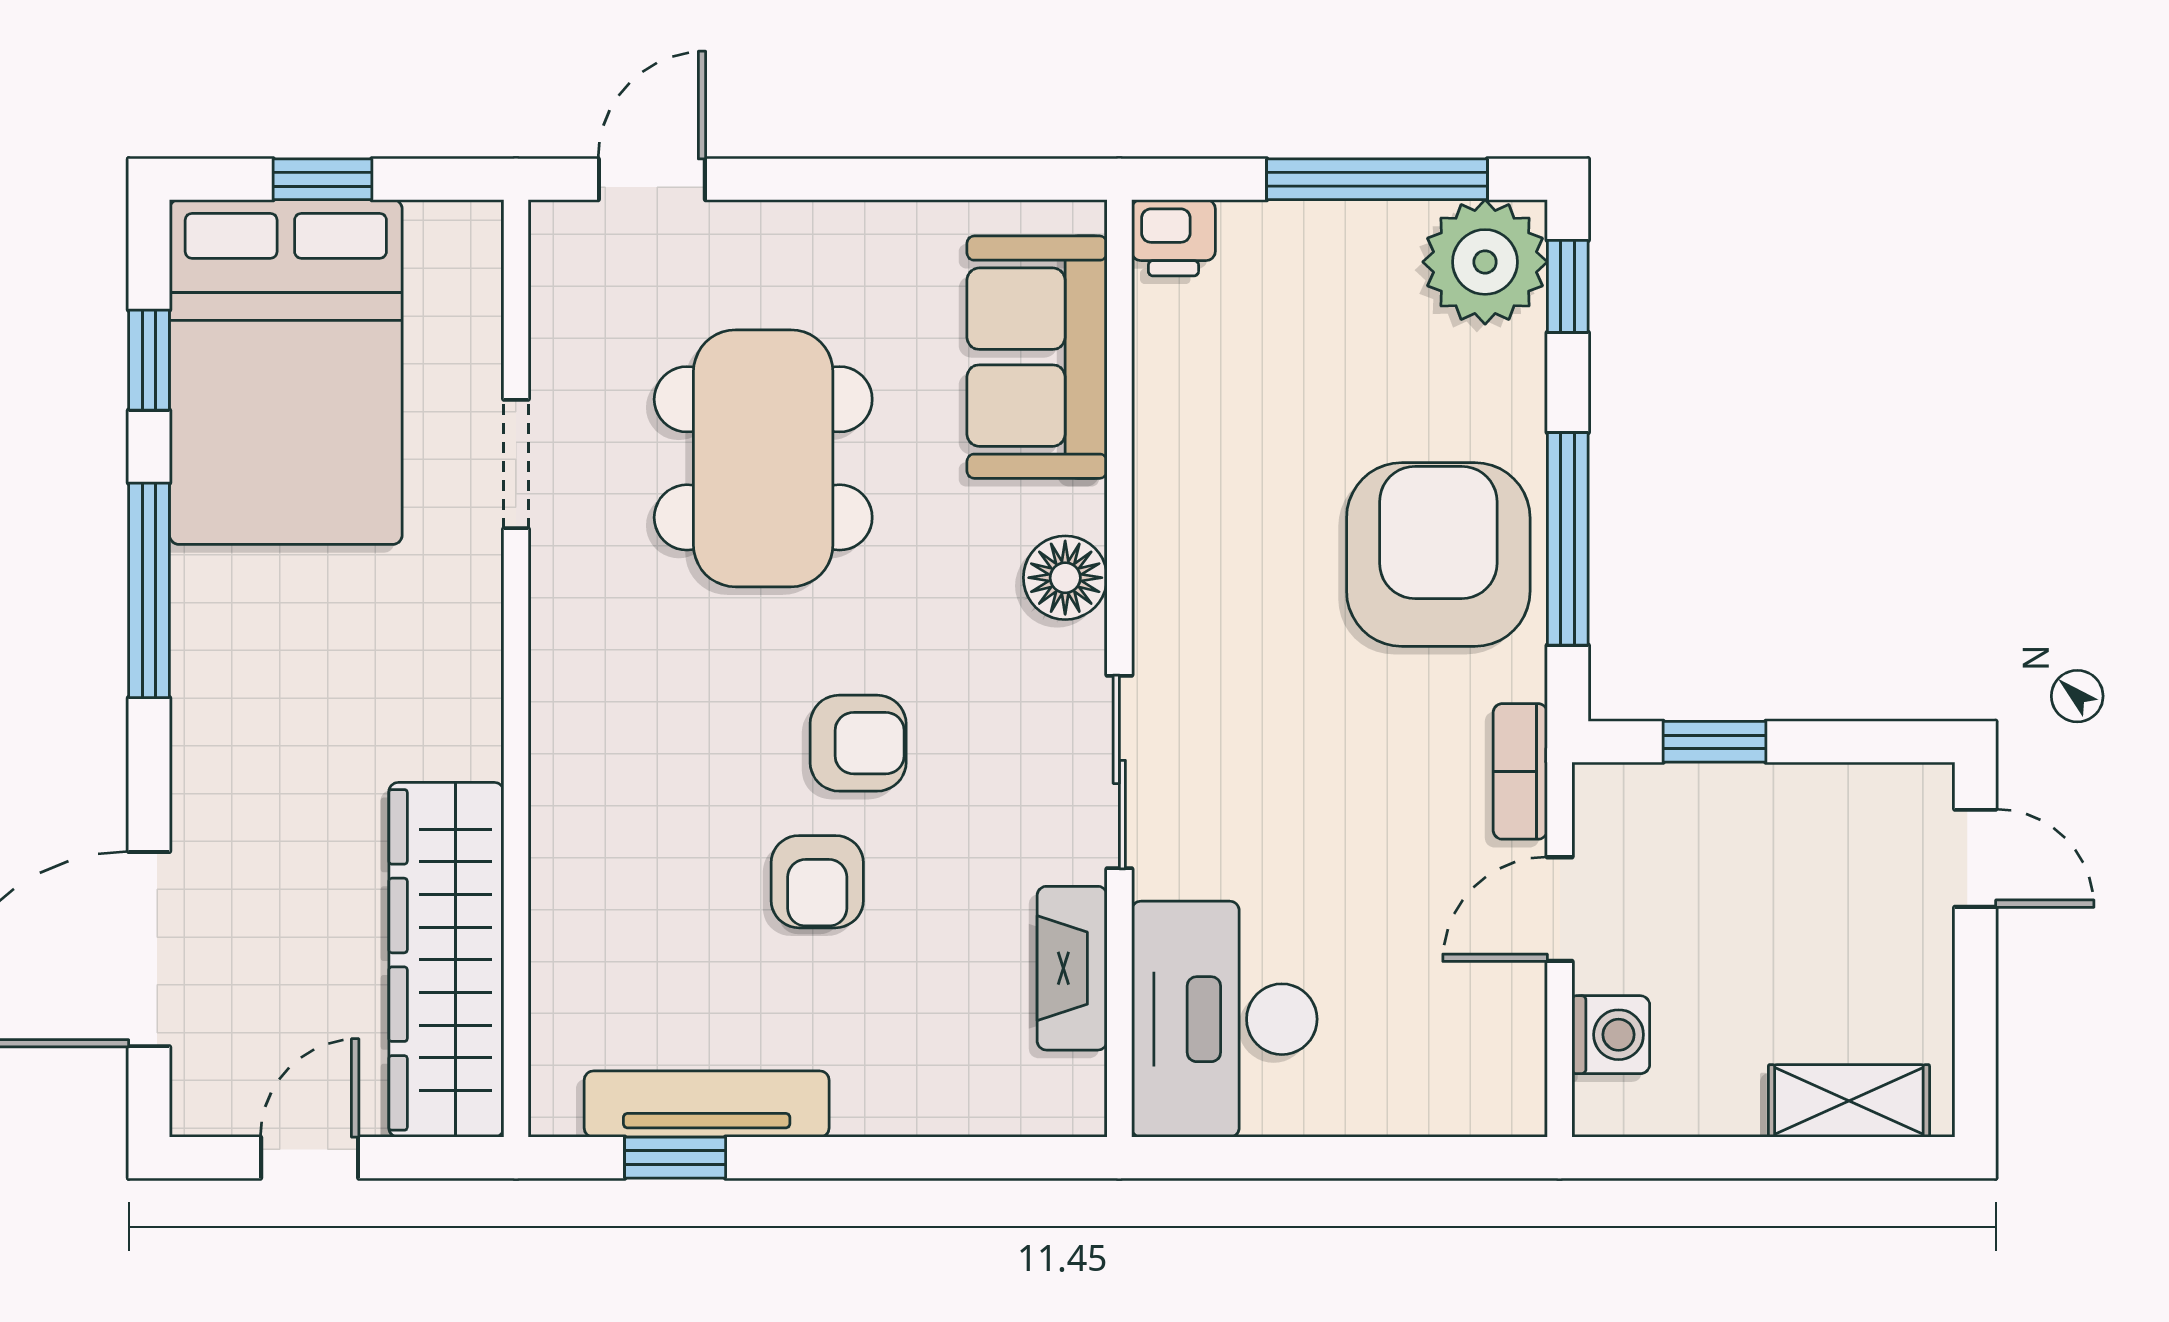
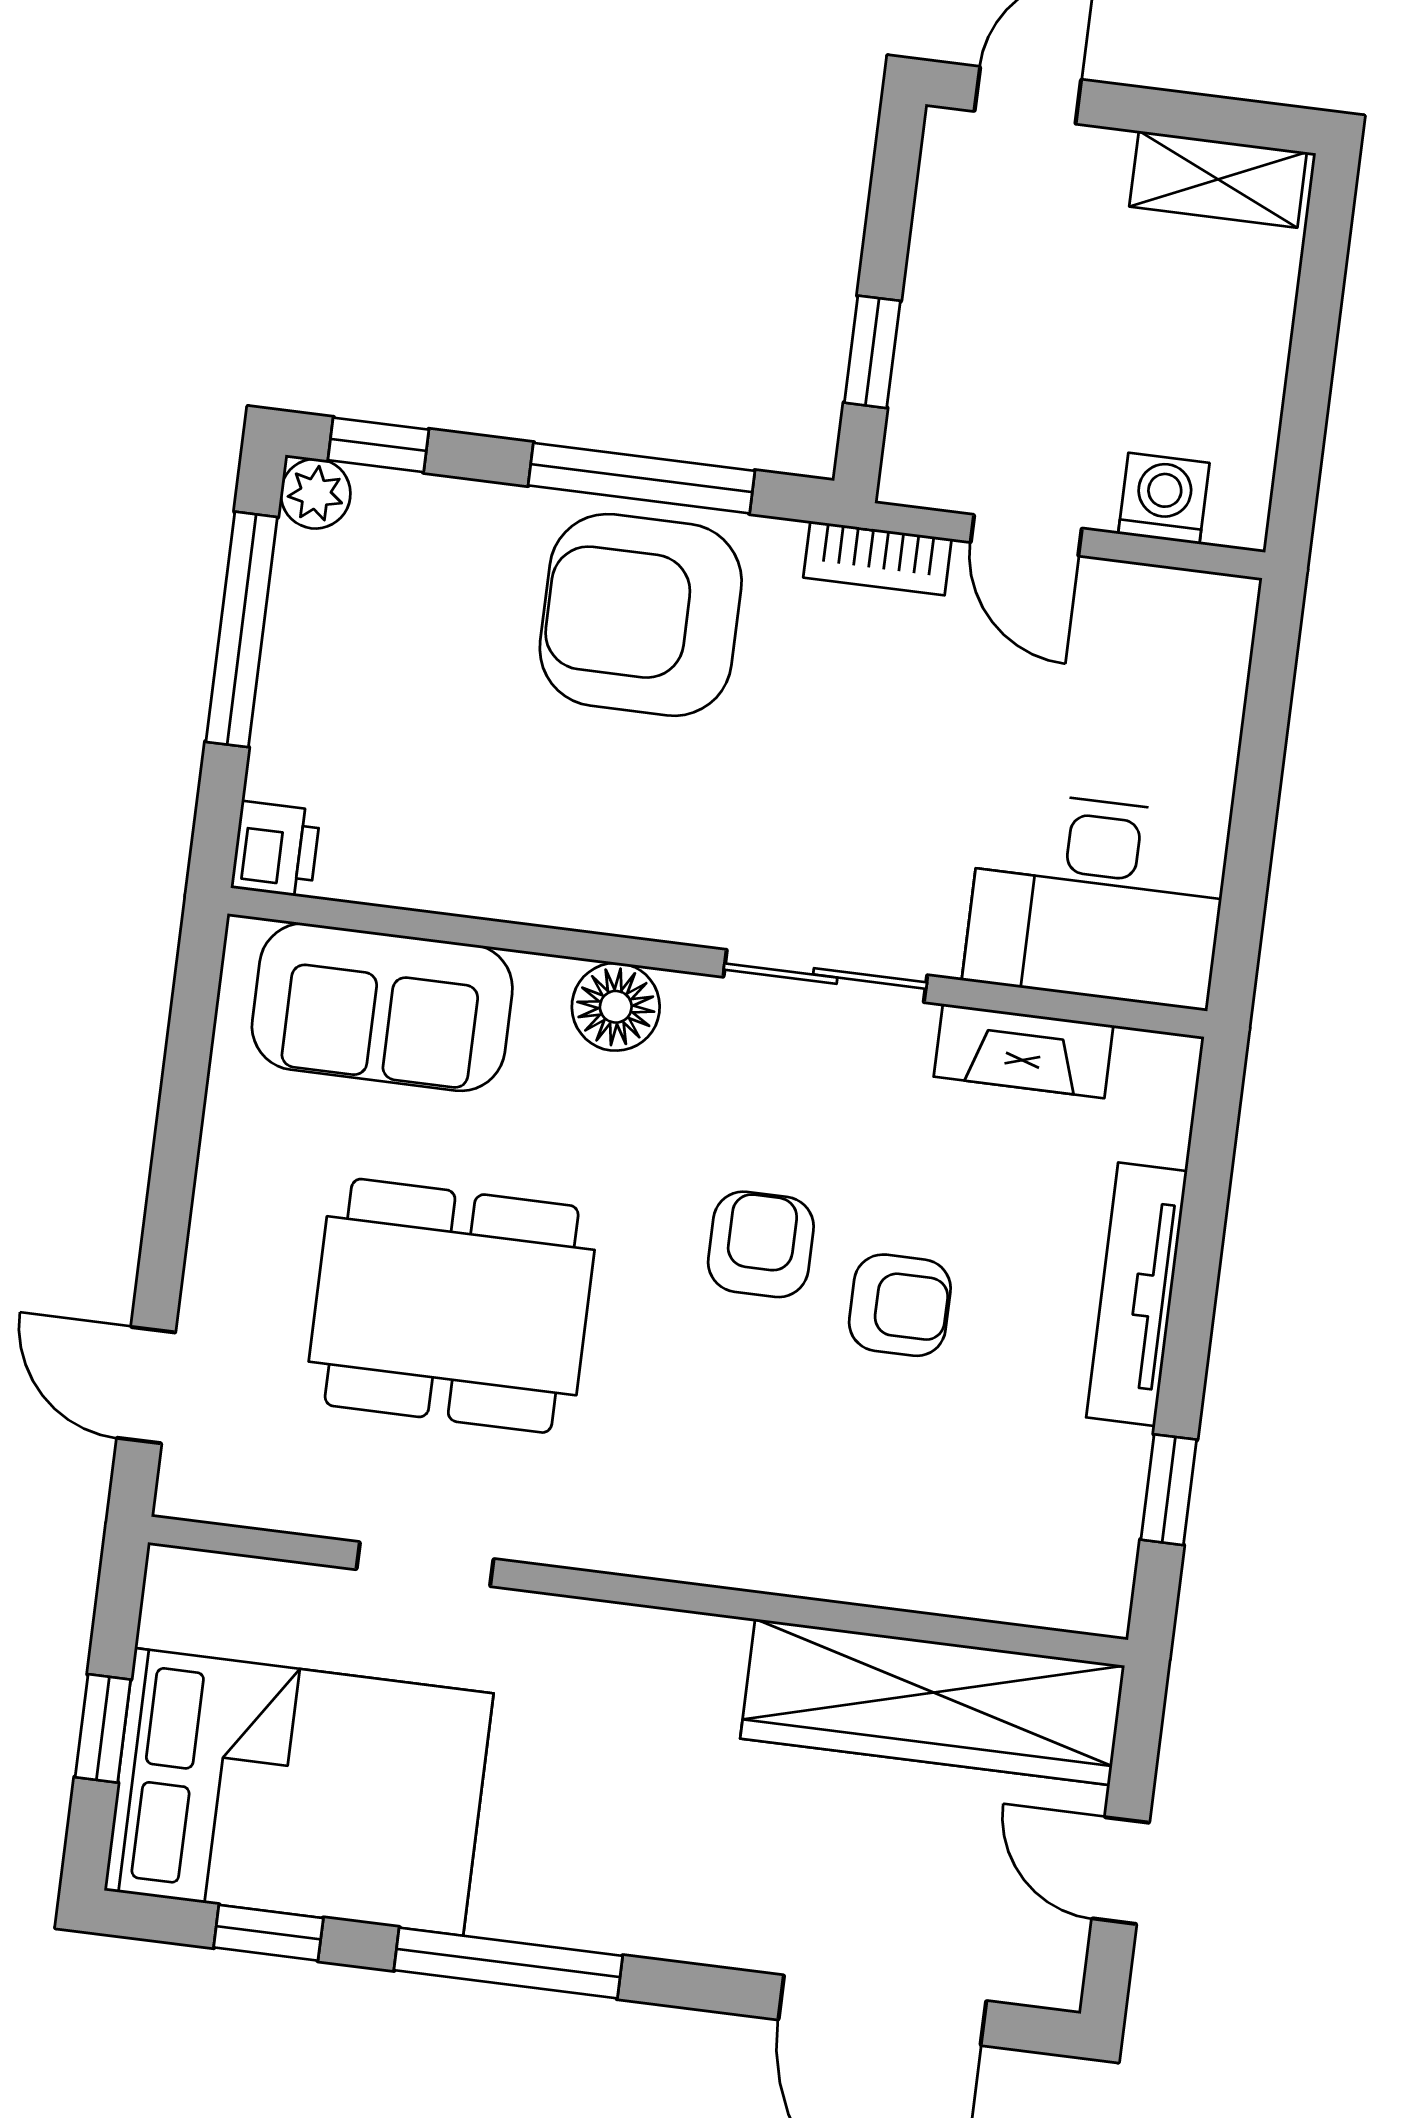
plant: (1485, 262) -> (316, 494), width x0.53, depth x0.53
shelving: (1849, 1101) -> (1218, 179), moved, turned 90
tv unit: (707, 1104) -> (1137, 1294), moved

